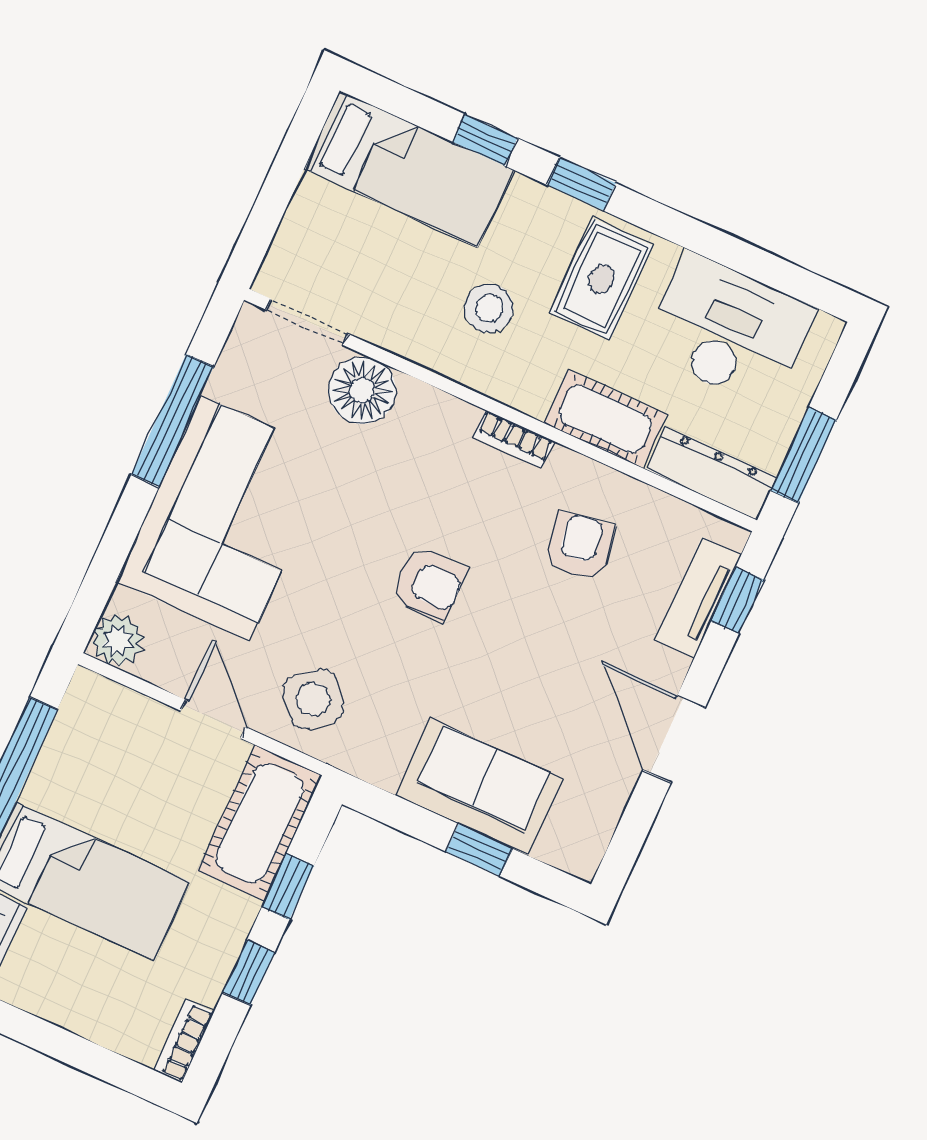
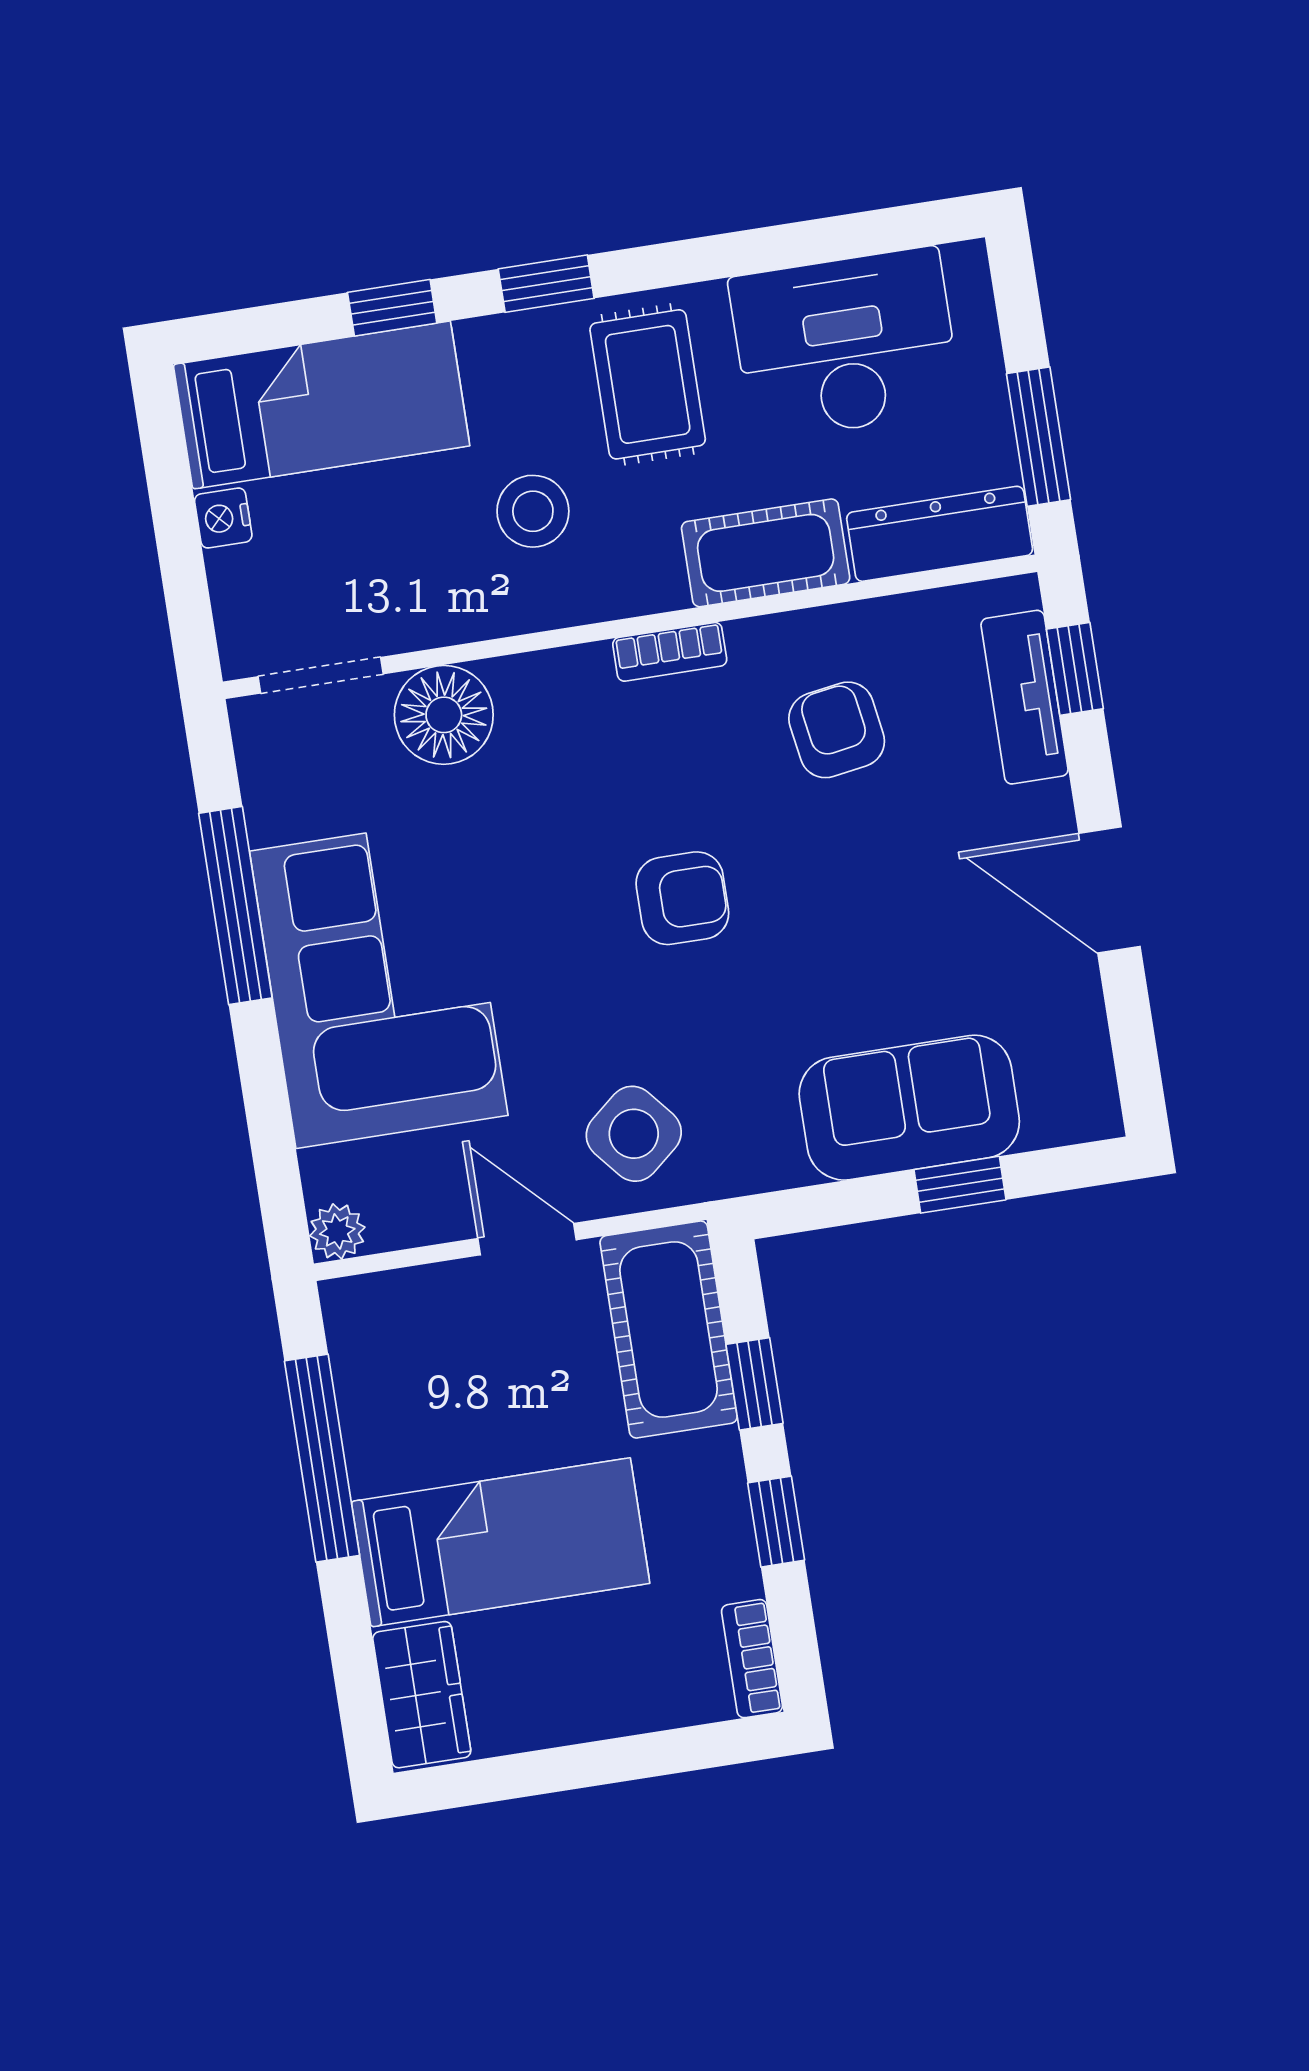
nightstand: (311, 196) -> (223, 518), added
plant: (118, 640) -> (337, 1231), width x0.73, depth x0.73

